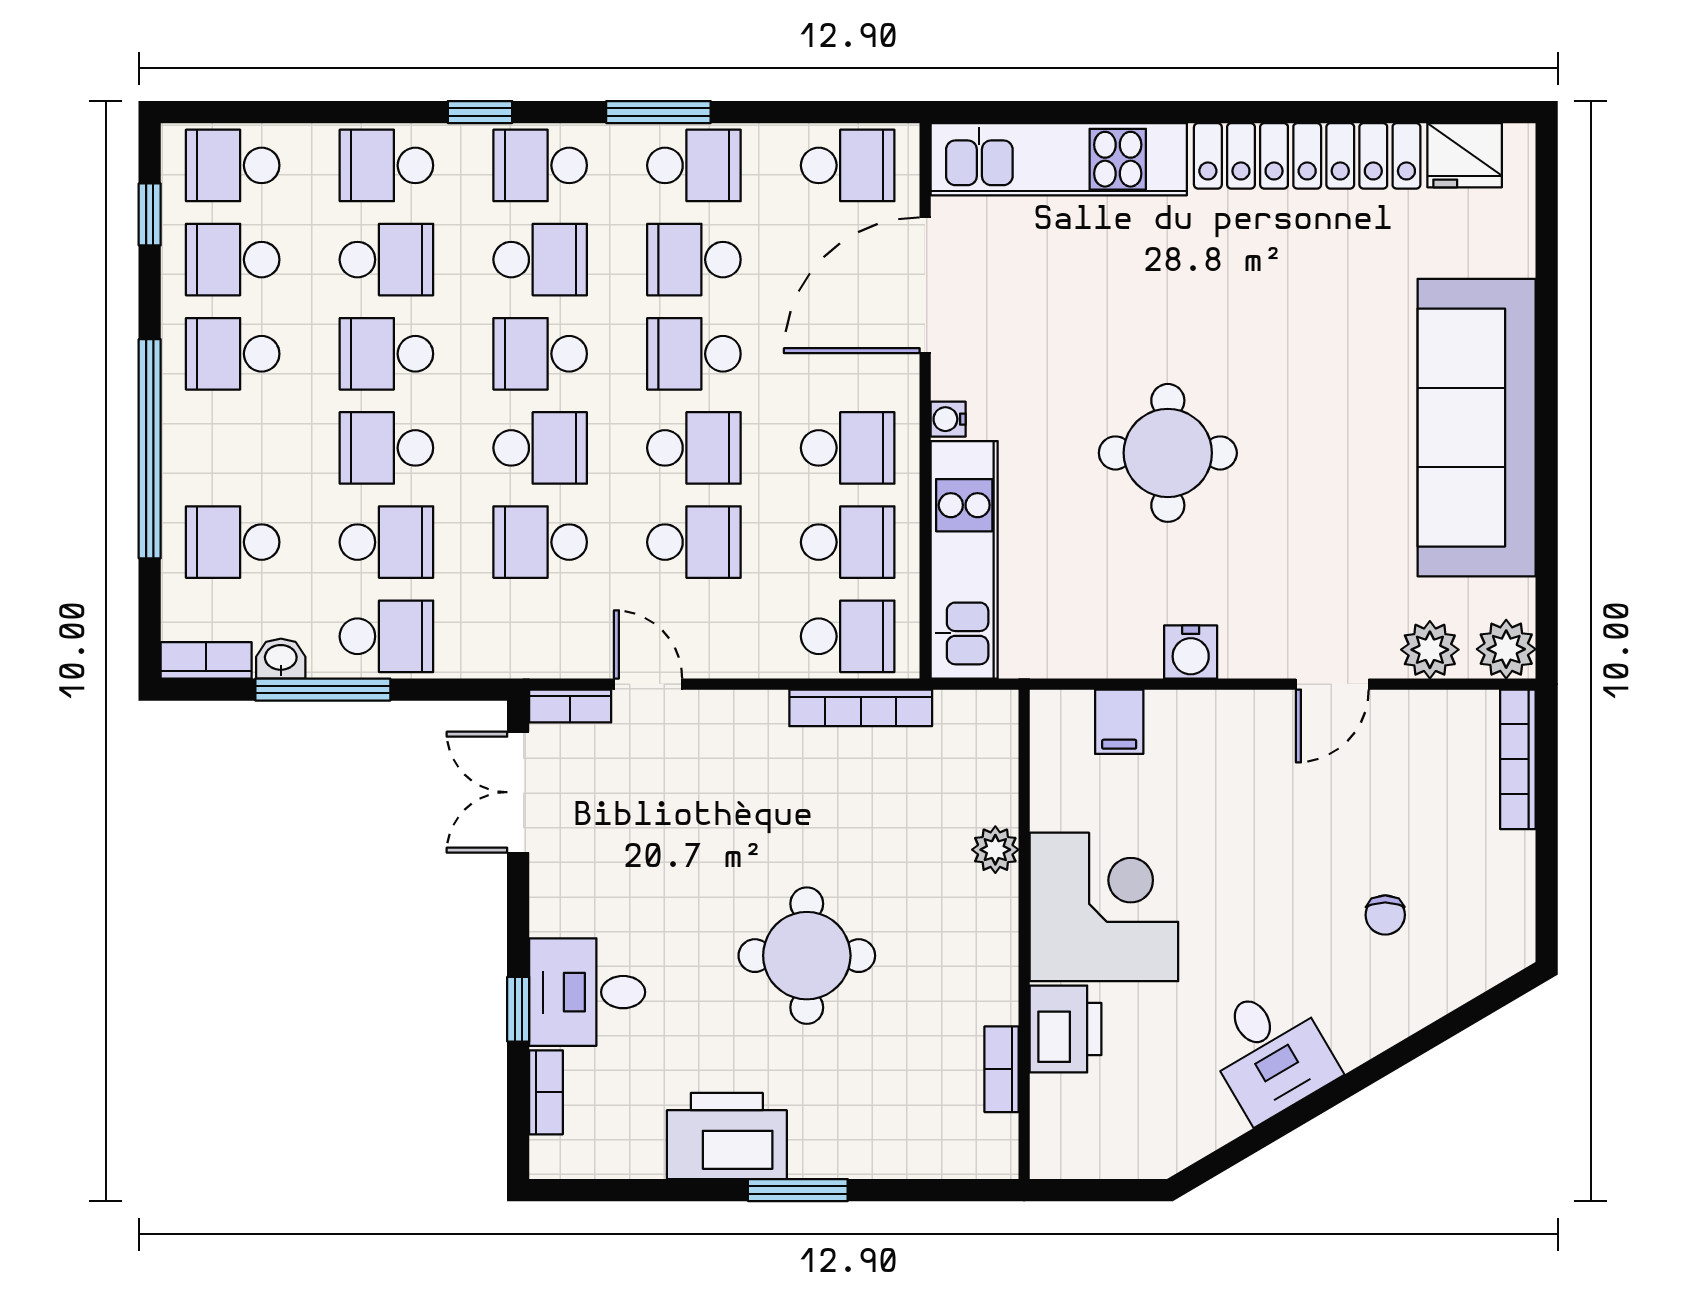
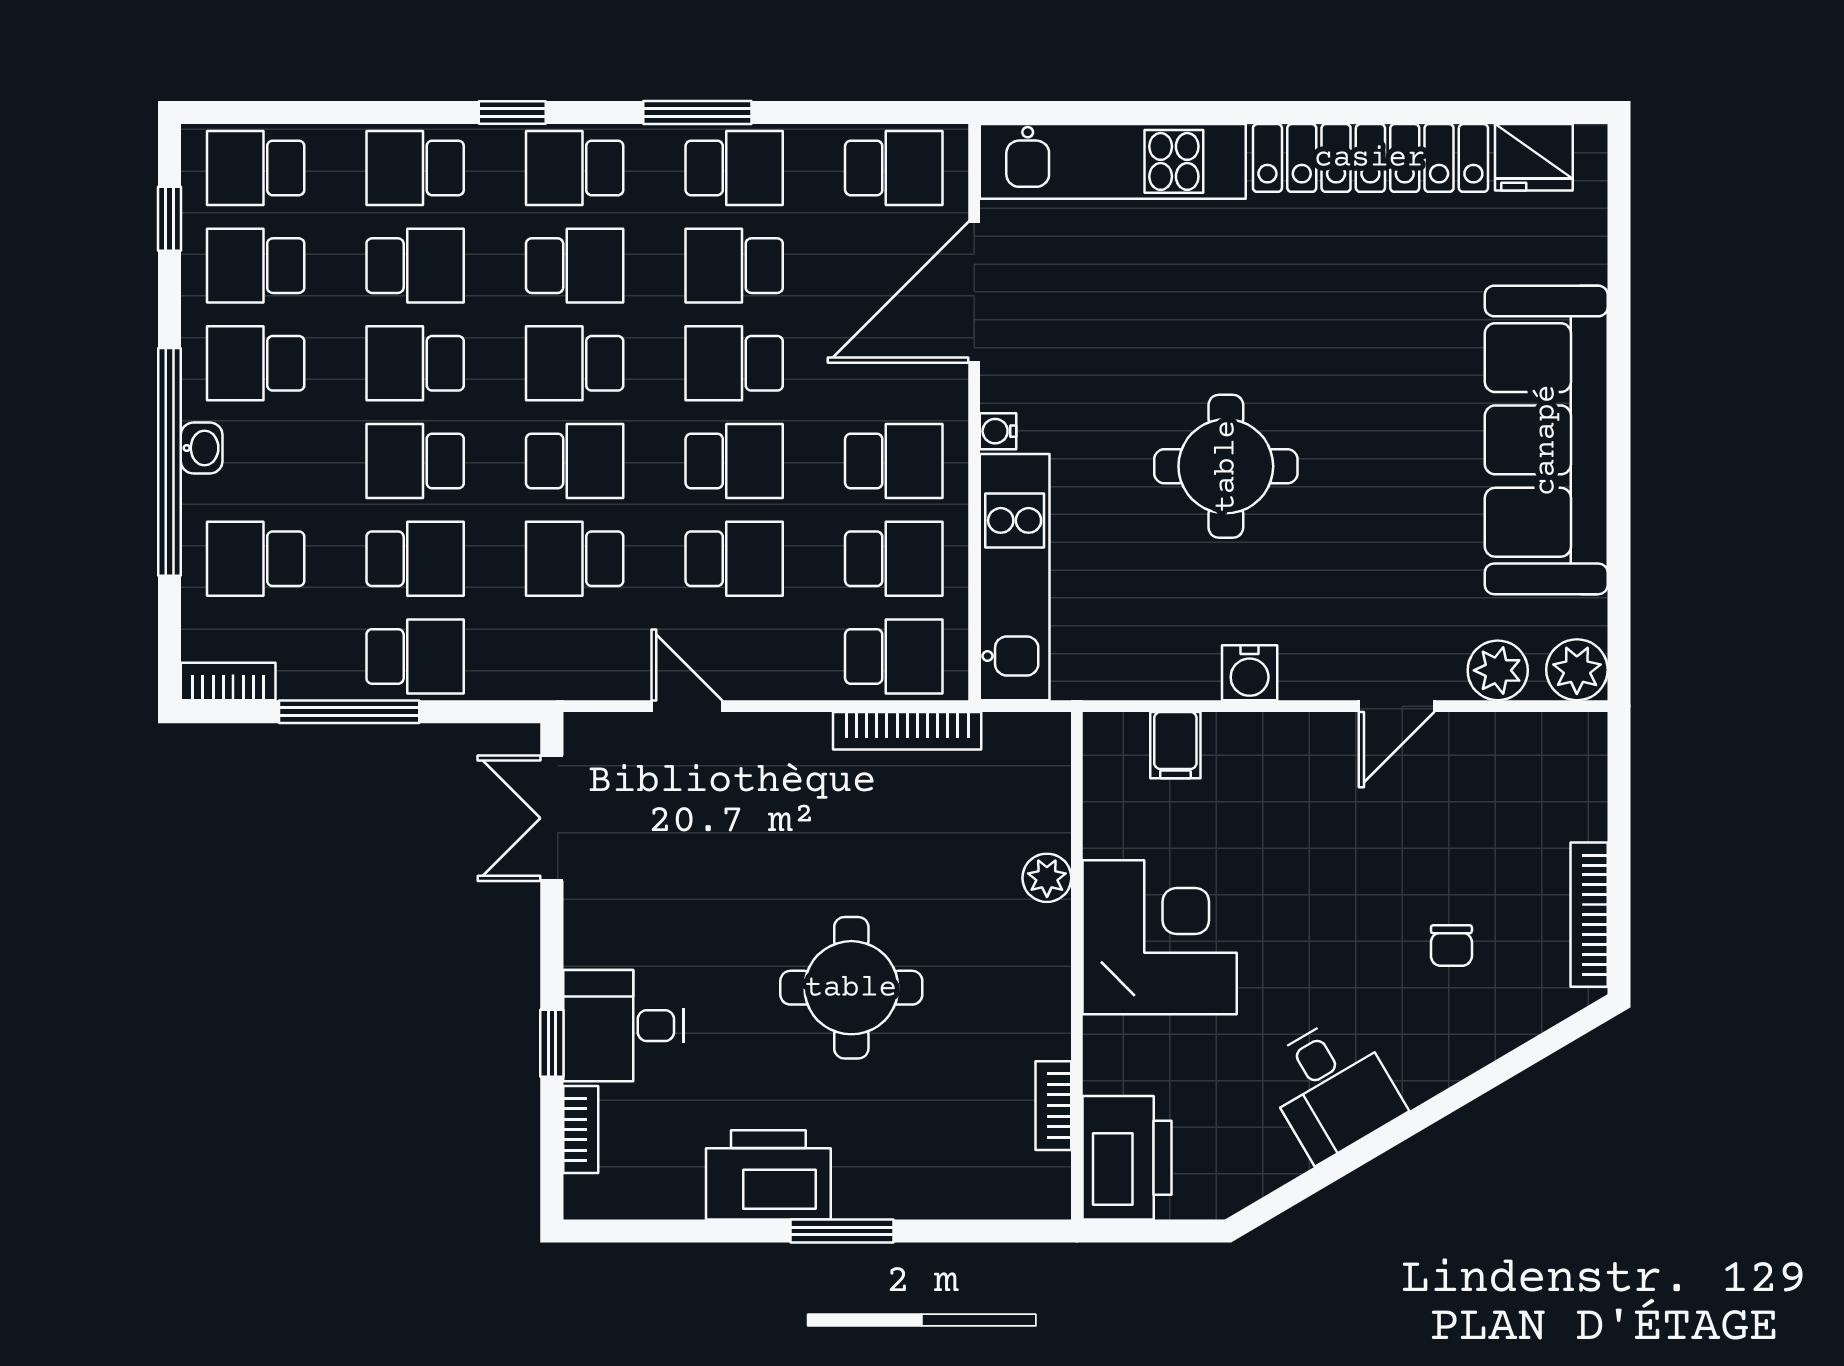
washbasin: (281, 659) -> (202, 448), moved, turned 90
bookcase: (570, 706) -> (606, 729), removed
bookcase: (1518, 759) -> (1589, 915), moved
printer: (1066, 1029) -> (1127, 1158), moved, width x1.37, depth x1.19

